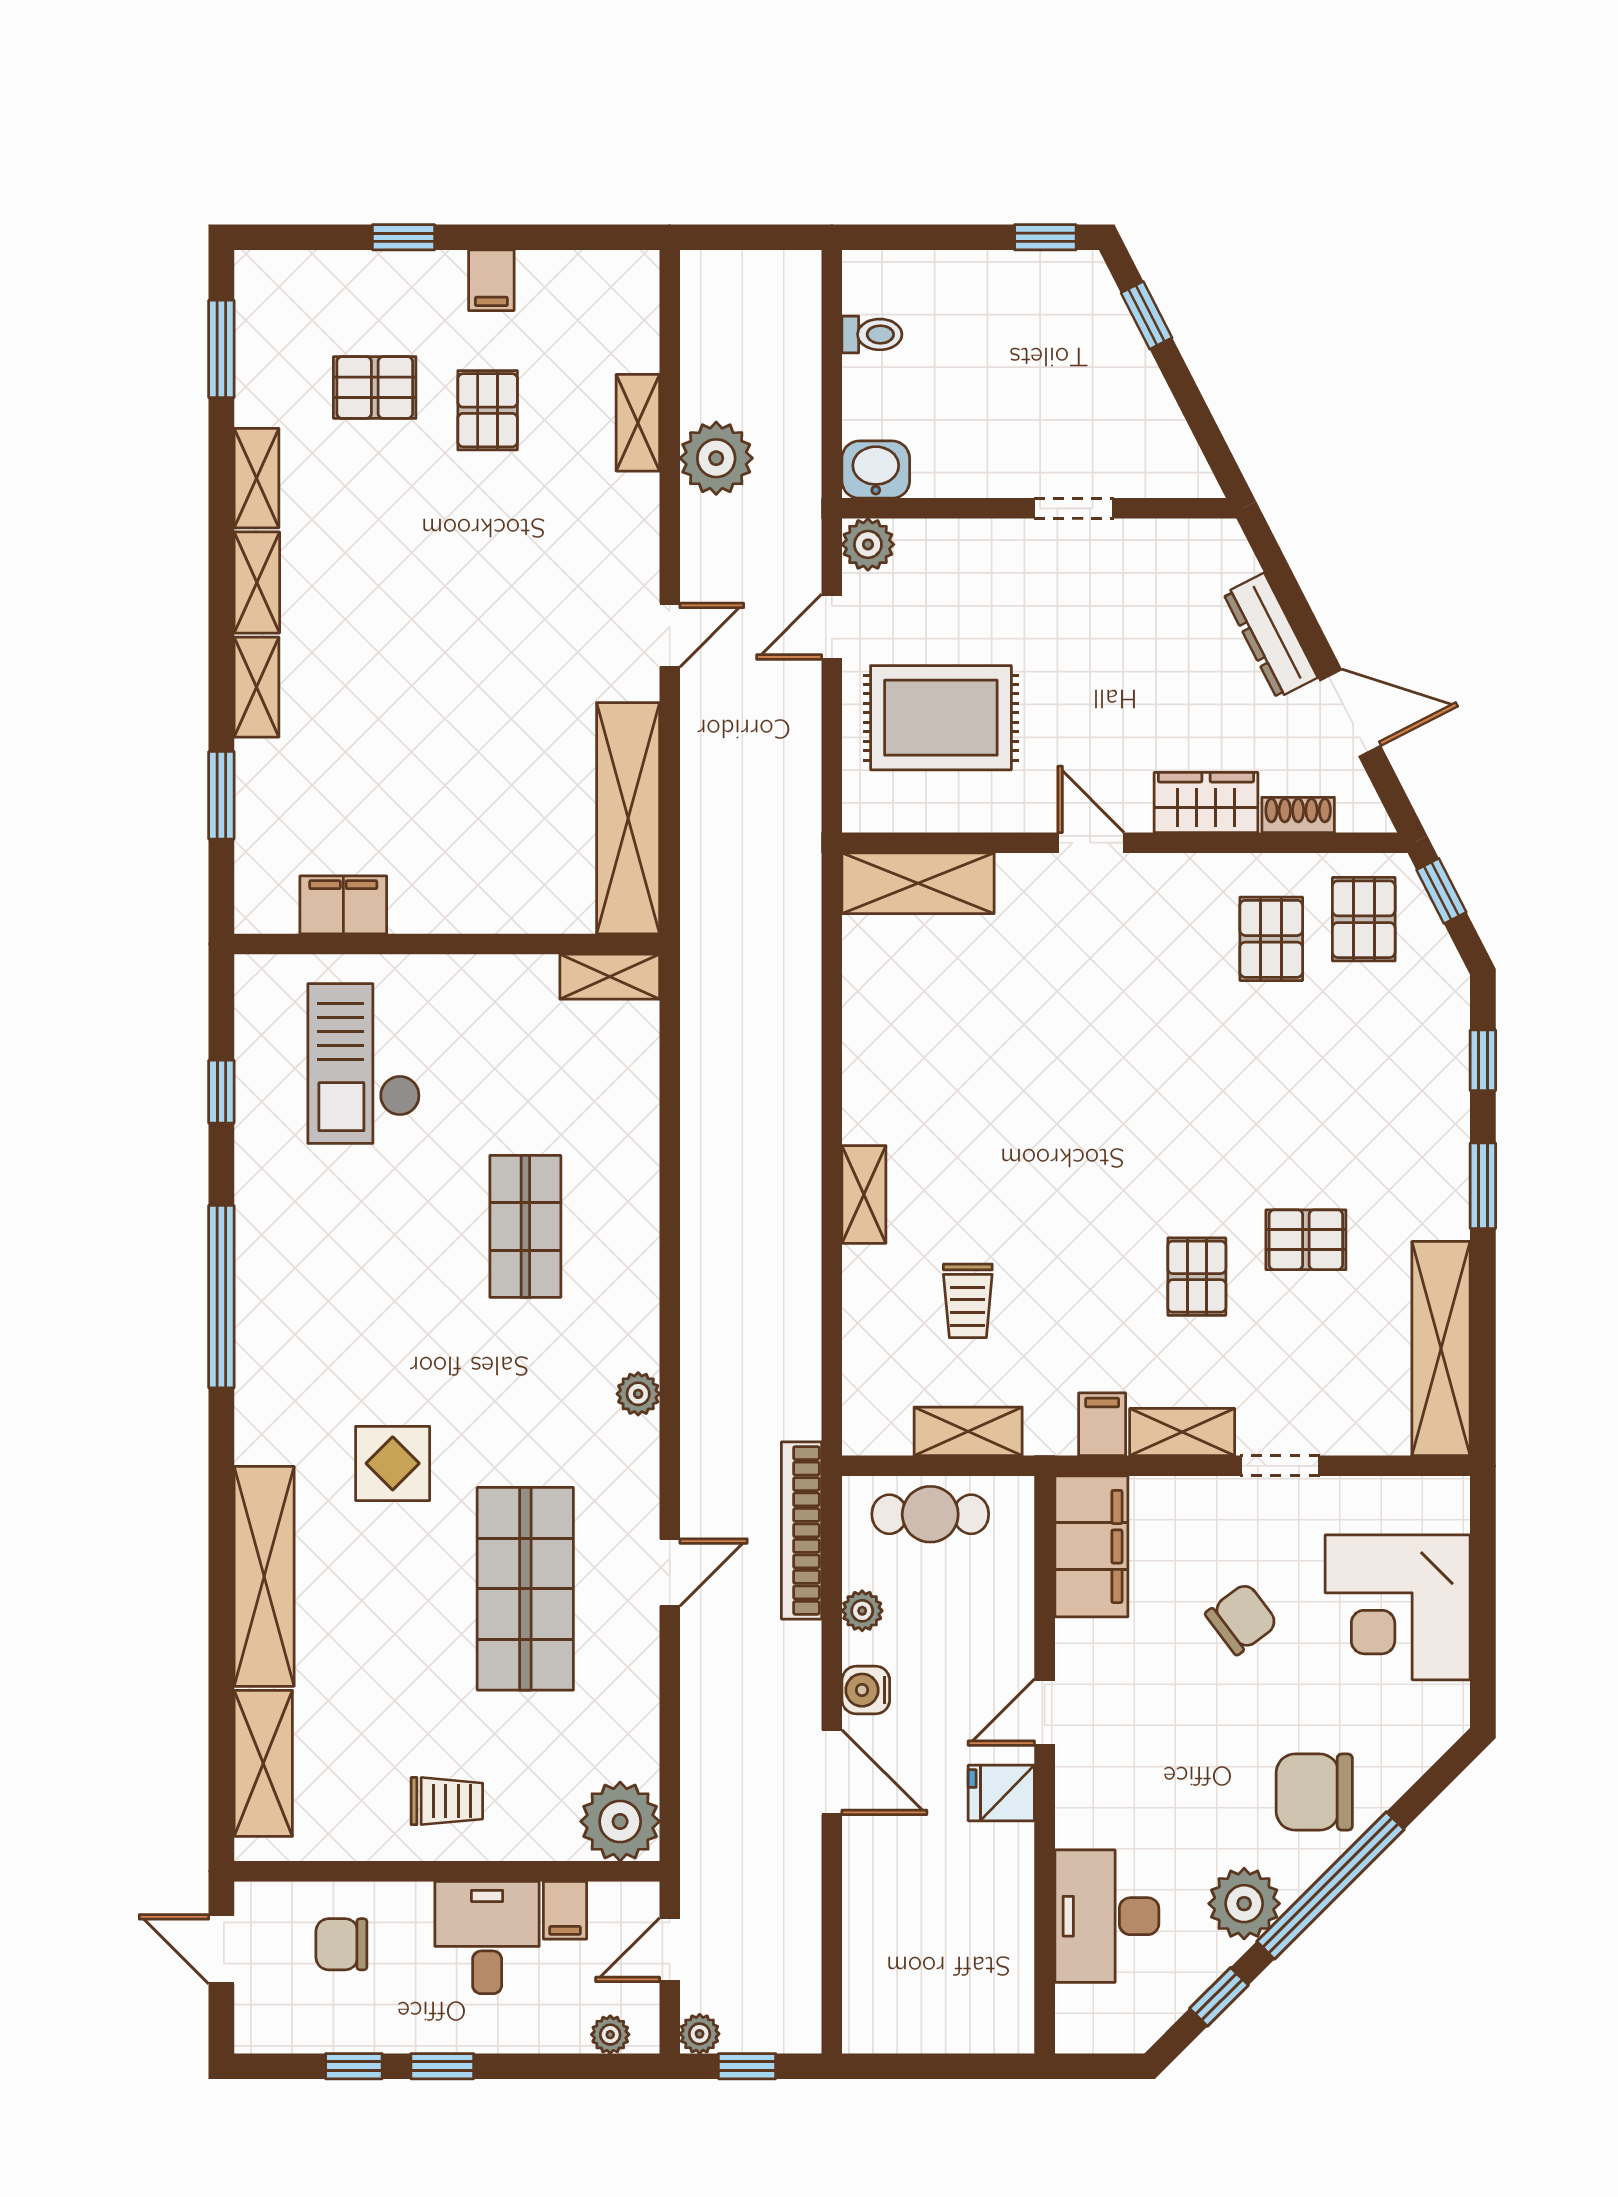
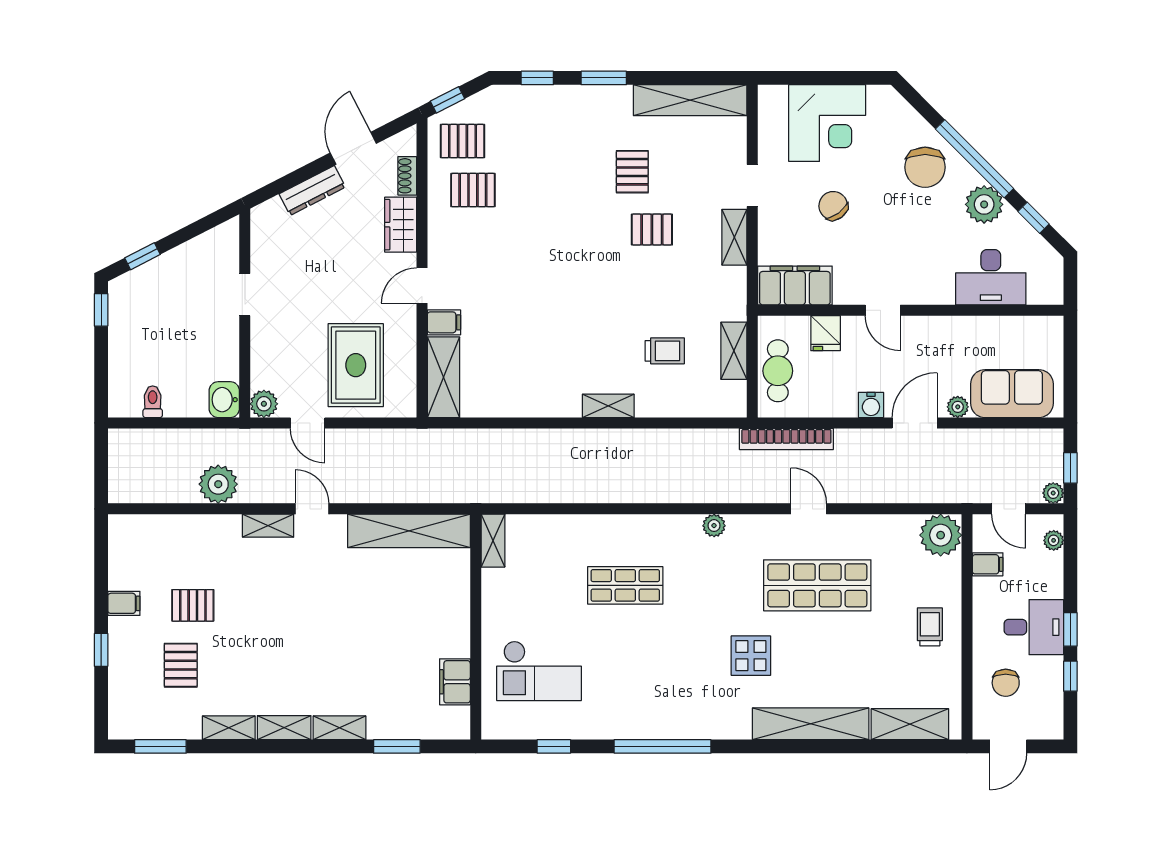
shelving: (638, 423) -> (268, 526), moved
filing cabinet: (1102, 1424) -> (444, 322), moved, turned 180
plant: (862, 1611) -> (958, 407), moved
fridge: (1001, 1793) -> (826, 333), moved
desk: (487, 1937) -> (1034, 627), moved, turned 180
sofa: (887, 1956) -> (1012, 394), added

